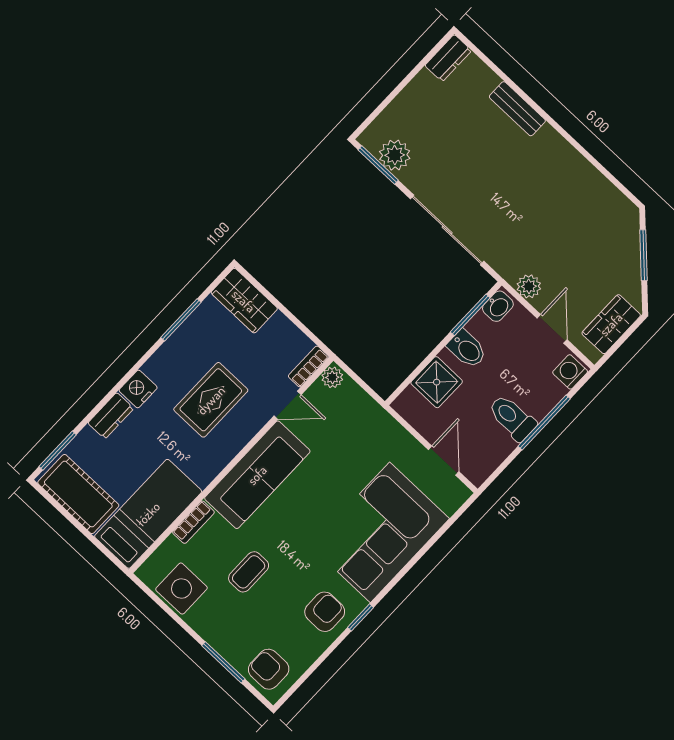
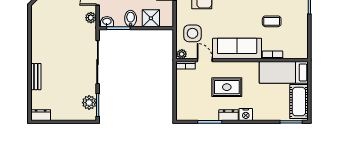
wardrobe: (244, 301) -> (184, 107), removed
dresser: (111, 416) -> (228, 115), moved
side table: (181, 589) -> (192, 33), moved

